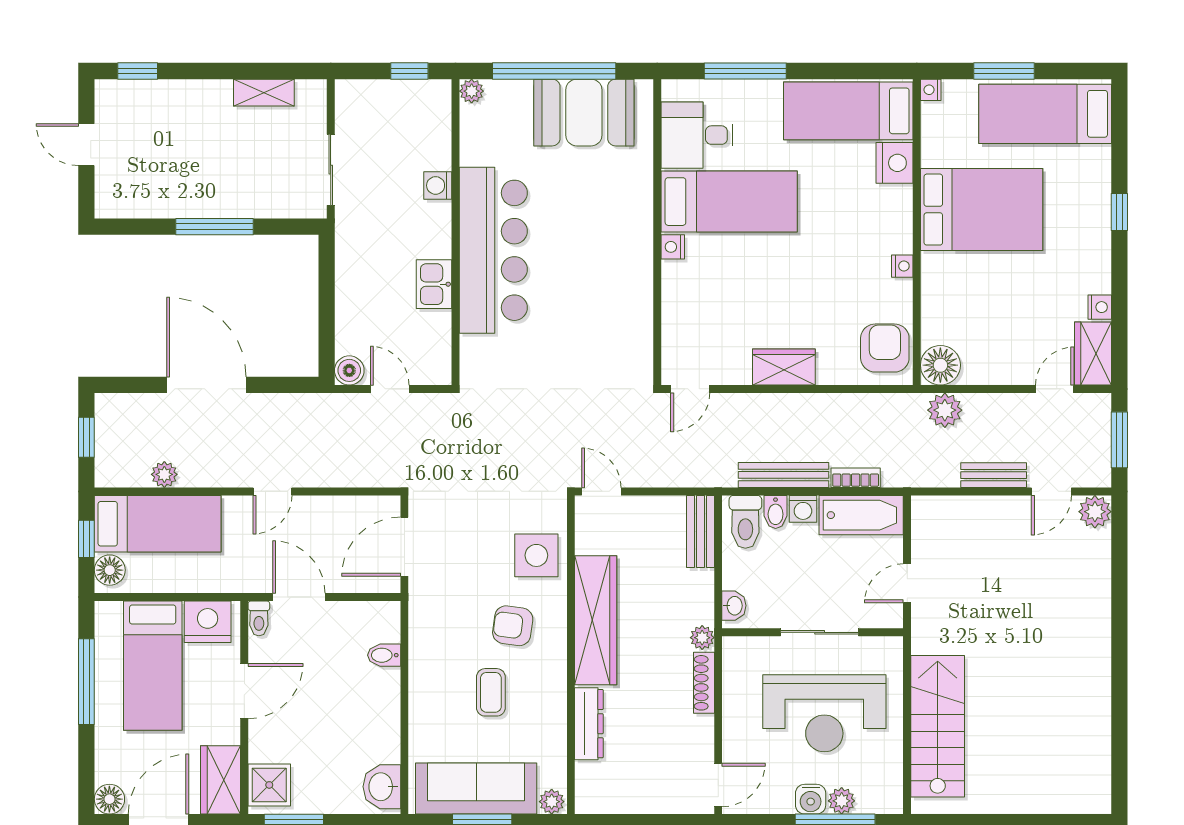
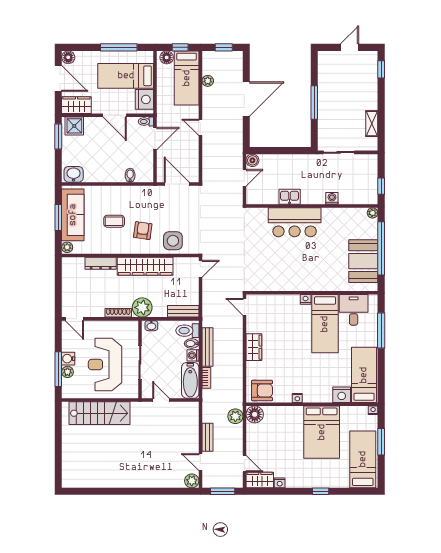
bar counter: (493, 250) -> (295, 222), width x0.73
plant: (702, 638) -> (142, 307), width x1.88, depth x1.88

